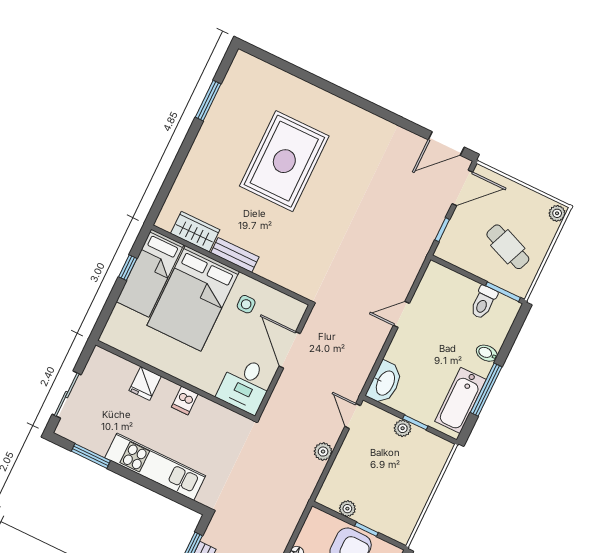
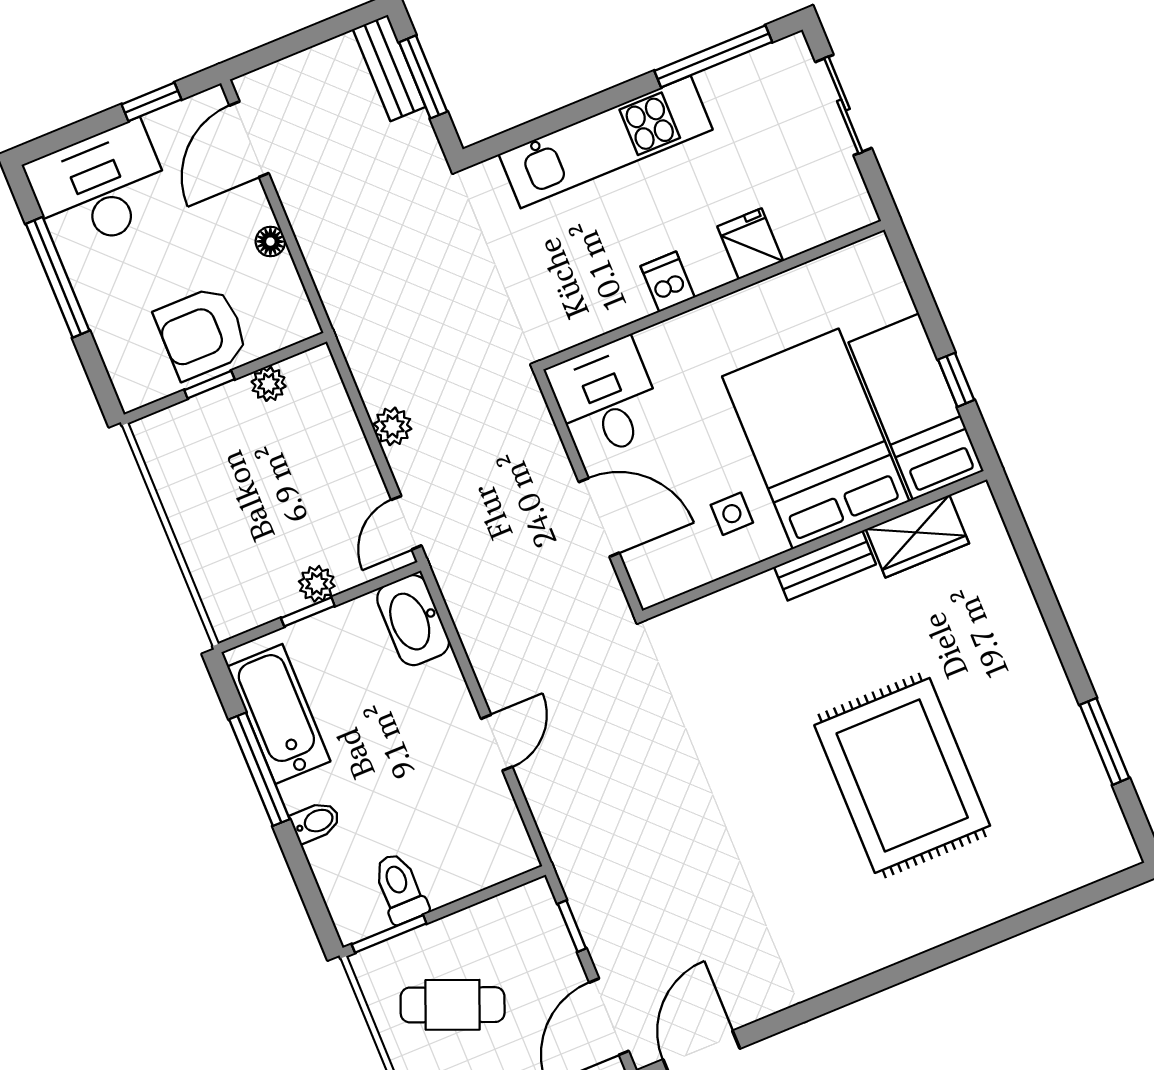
door: (353, 416) -> (406, 523), swing flipped
window: (91, 456) -> (713, 56), width x1.44

